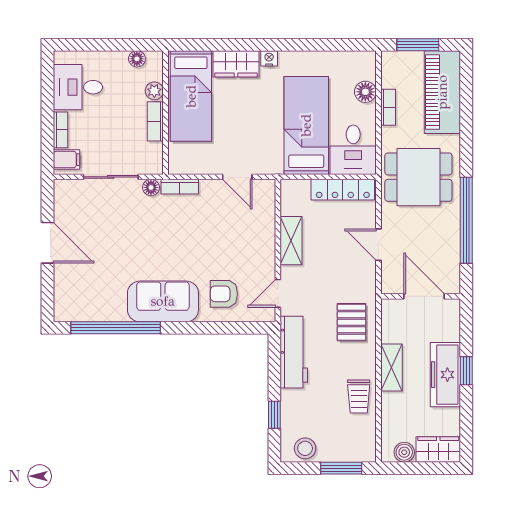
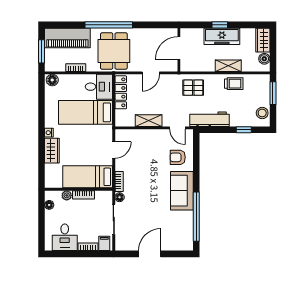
floor lamp: (365, 92) -> (52, 80), moved
bed: (191, 96) -> (88, 177), moved, turned 180
window: (466, 220) -> (109, 25), moved
armchair: (224, 294) -> (178, 157), turned 90
shelving: (391, 367) -> (228, 66), moved

